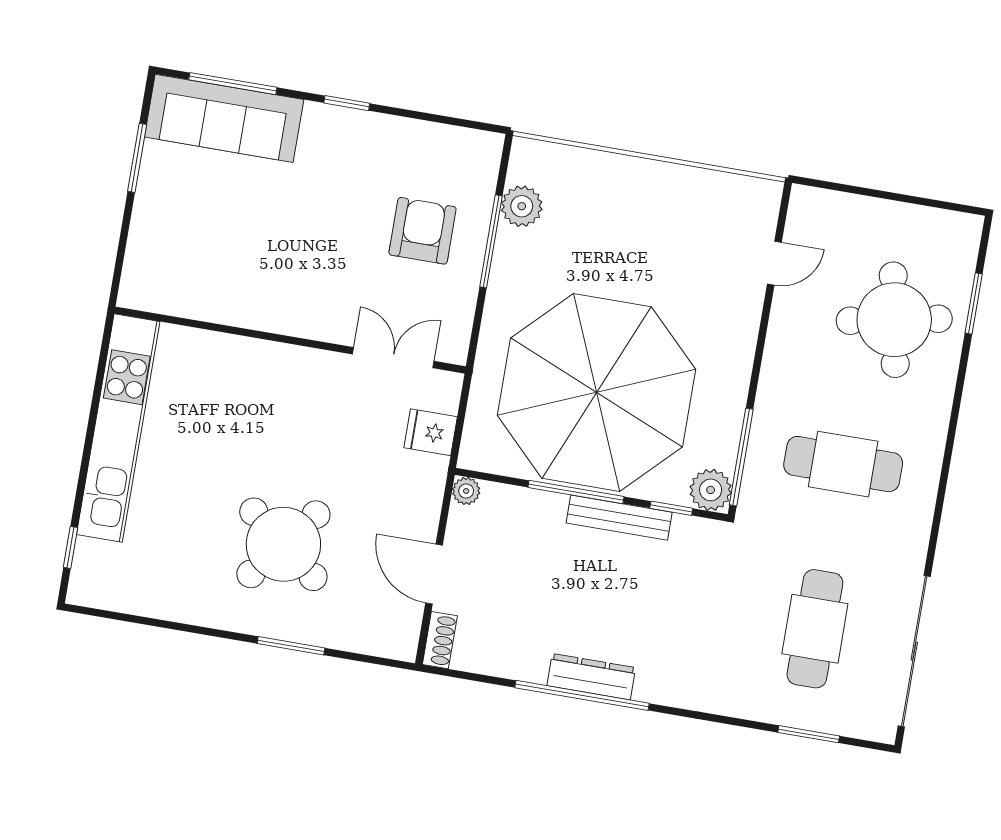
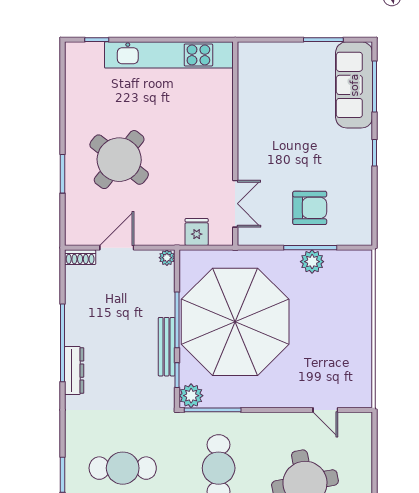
plant: (522, 206) -> (312, 262), moved
dresser: (591, 677) -> (74, 371), moved

